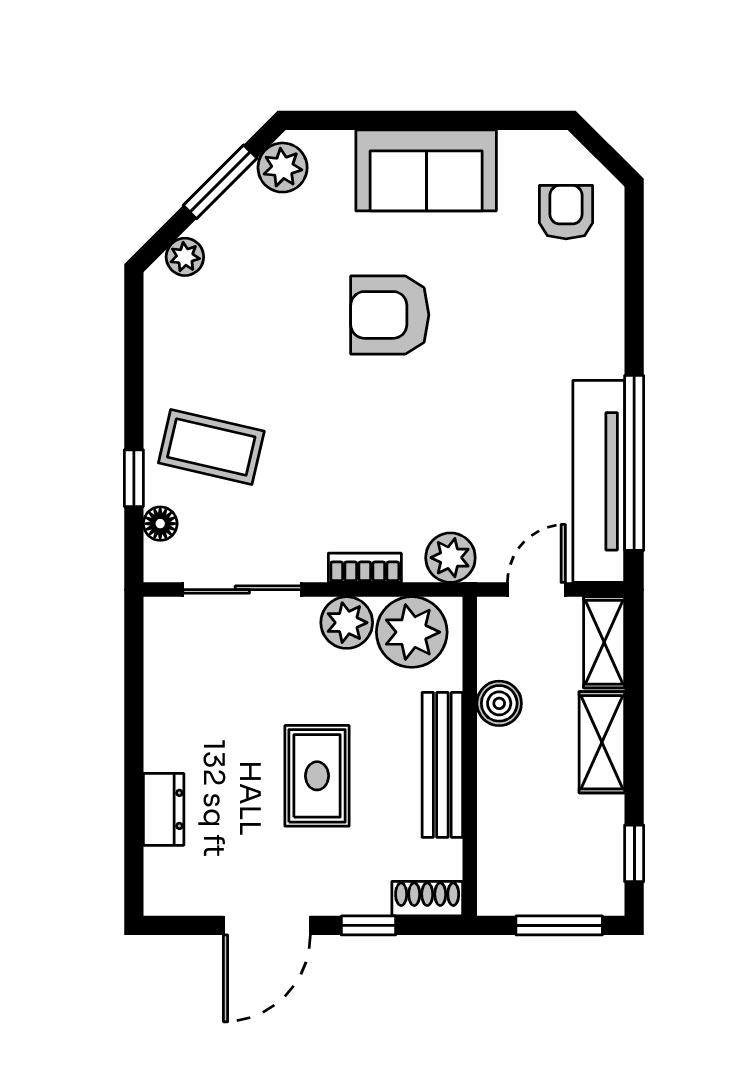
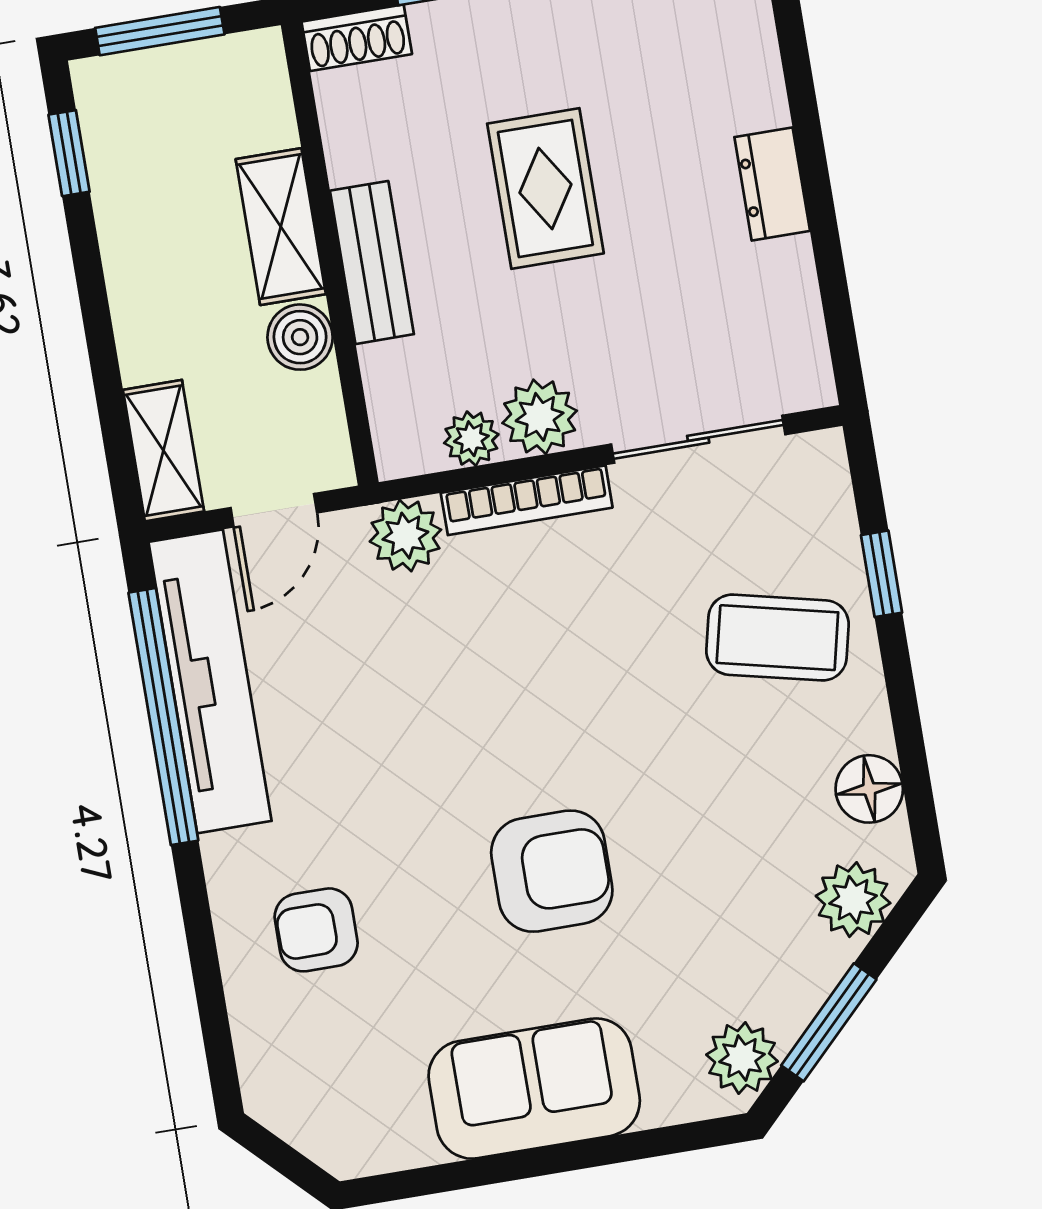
armchair: (566, 212) -> (316, 930), moved, turned 90
plant: (185, 257) -> (853, 900), width x1.38, depth x1.38
floor lamp: (160, 524) -> (869, 789), moved, width x1.37, depth x1.37
bookcase: (365, 568) -> (527, 500), width x1.56
plant: (412, 632) -> (471, 439), width x0.53, depth x0.53
shelving: (602, 742) -> (281, 227), moved
bench: (442, 765) -> (372, 262), width x0.73
dresser: (164, 809) -> (772, 184), moved

